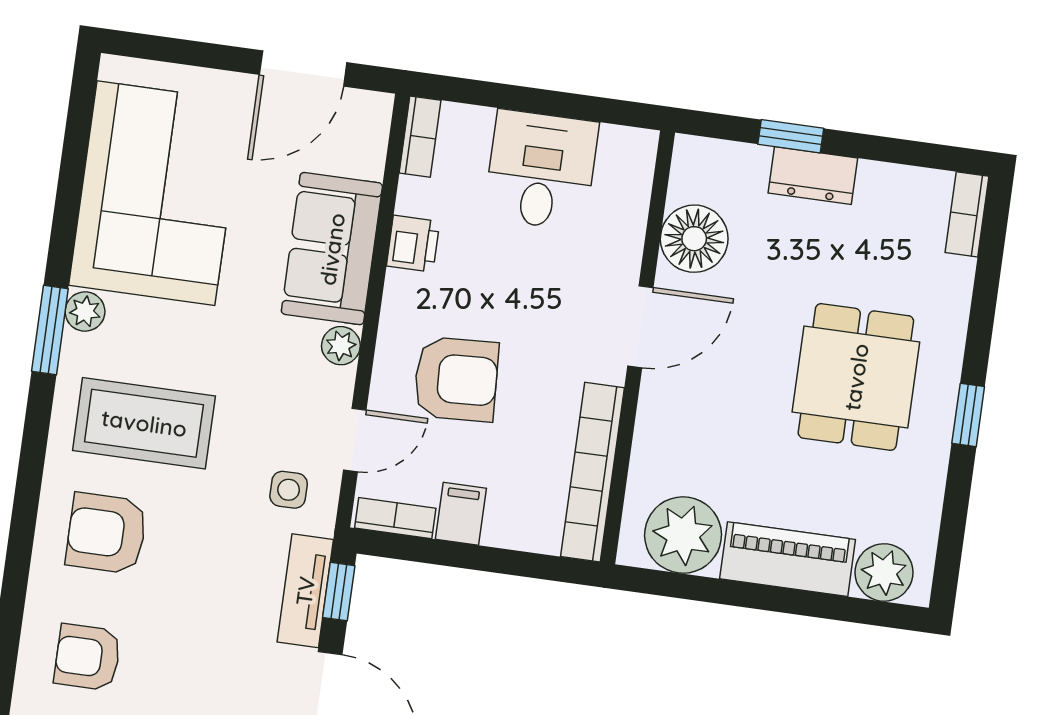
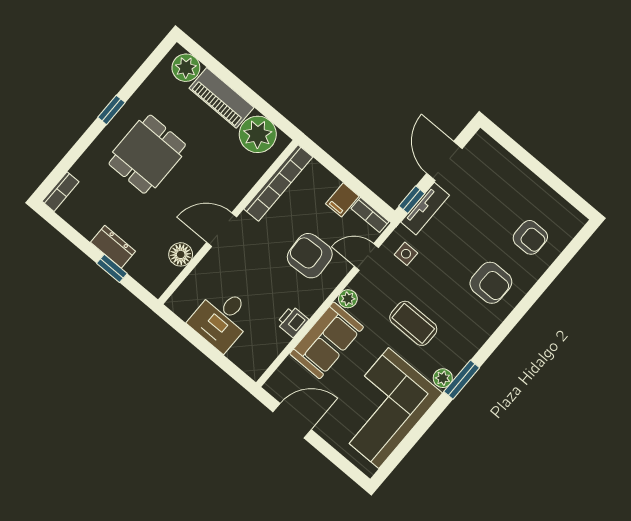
bookcase: (420, 137) -> (262, 363), removed
floor lamp: (694, 239) -> (181, 254), width x0.73, depth x0.73
coffee table: (144, 423) -> (413, 323), moved, width x0.73, depth x0.76

